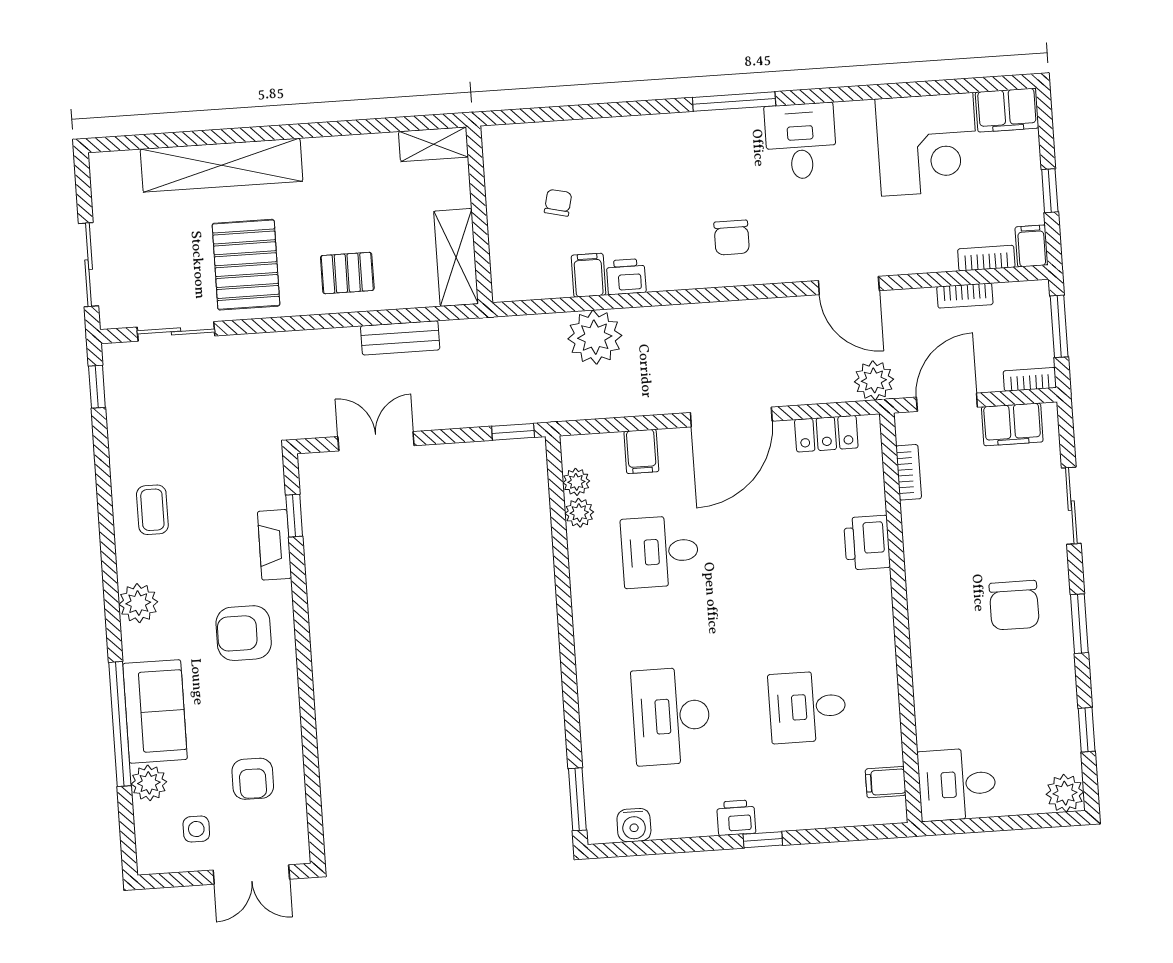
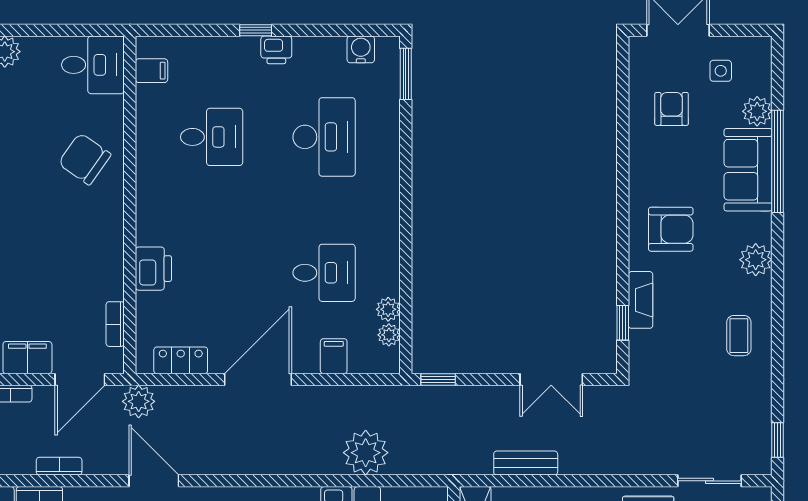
chair: (1014, 605) -> (85, 159), moved, turned -55

